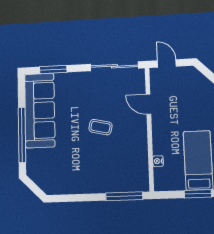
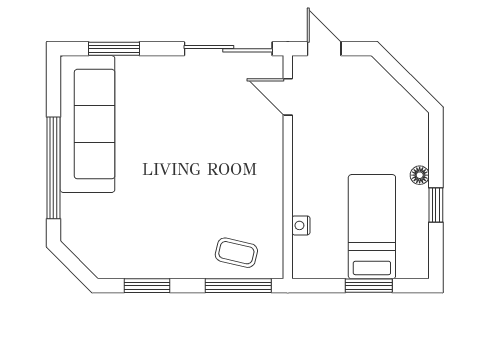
door: (148, 104) -> (288, 97), moved
coffee table: (101, 127) -> (236, 253), moved
window: (74, 198) -> (147, 286), added

